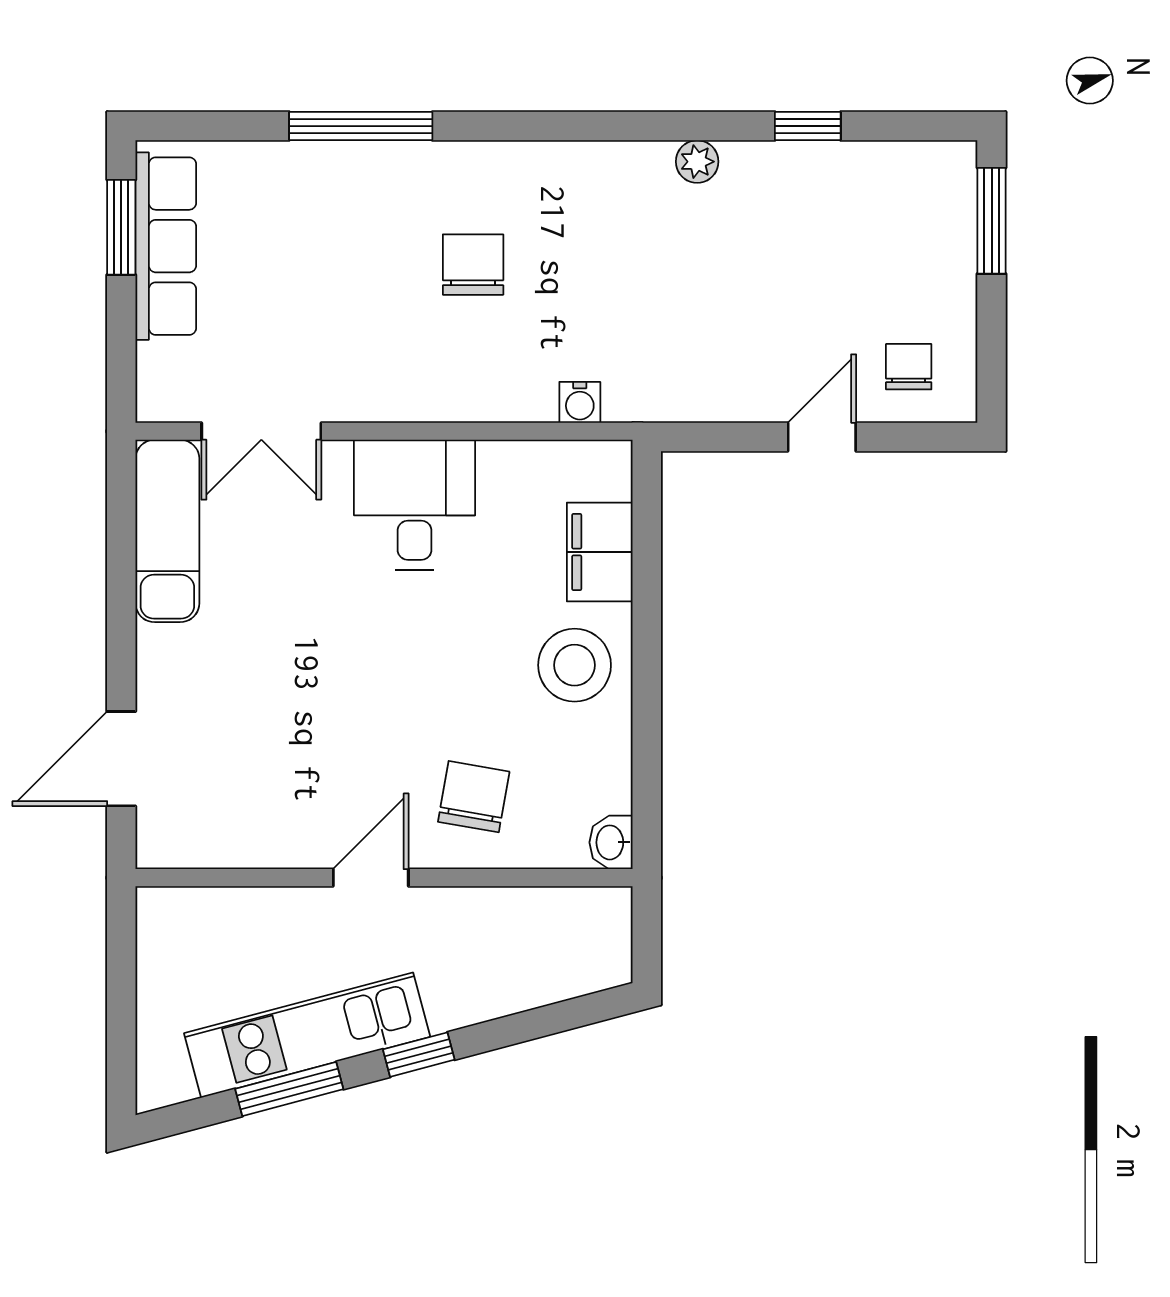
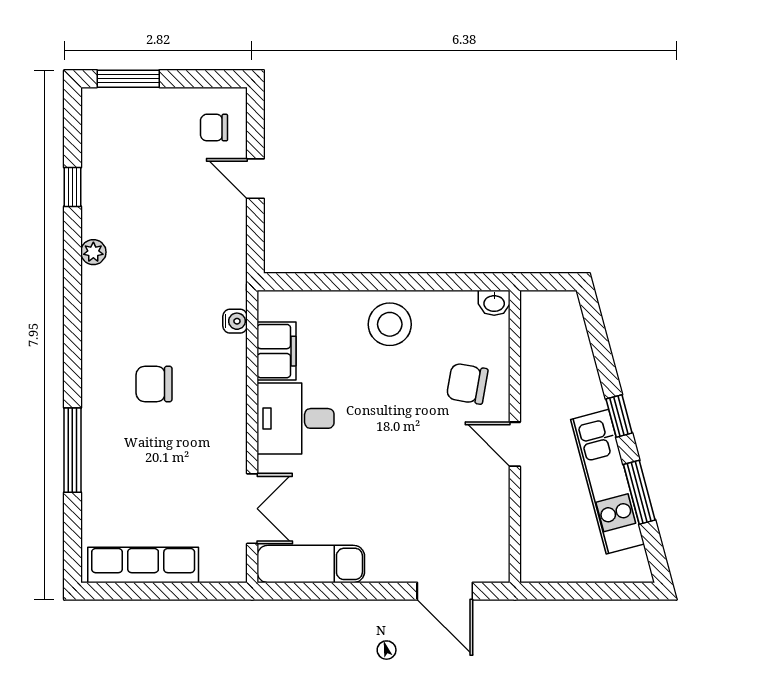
window: (121, 227) -> (132, 591), removed
filing cabinet: (600, 552) -> (276, 351), moved, turned -90

